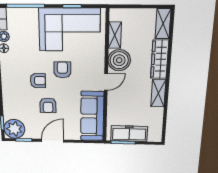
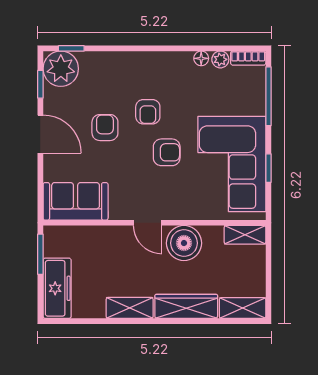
shelving: (115, 35) -> (245, 235), moved
armchair: (48, 105) -> (105, 128), turned 90
sofa: (92, 116) -> (76, 201), width x0.73
freezer: (129, 134) -> (57, 288), moved

